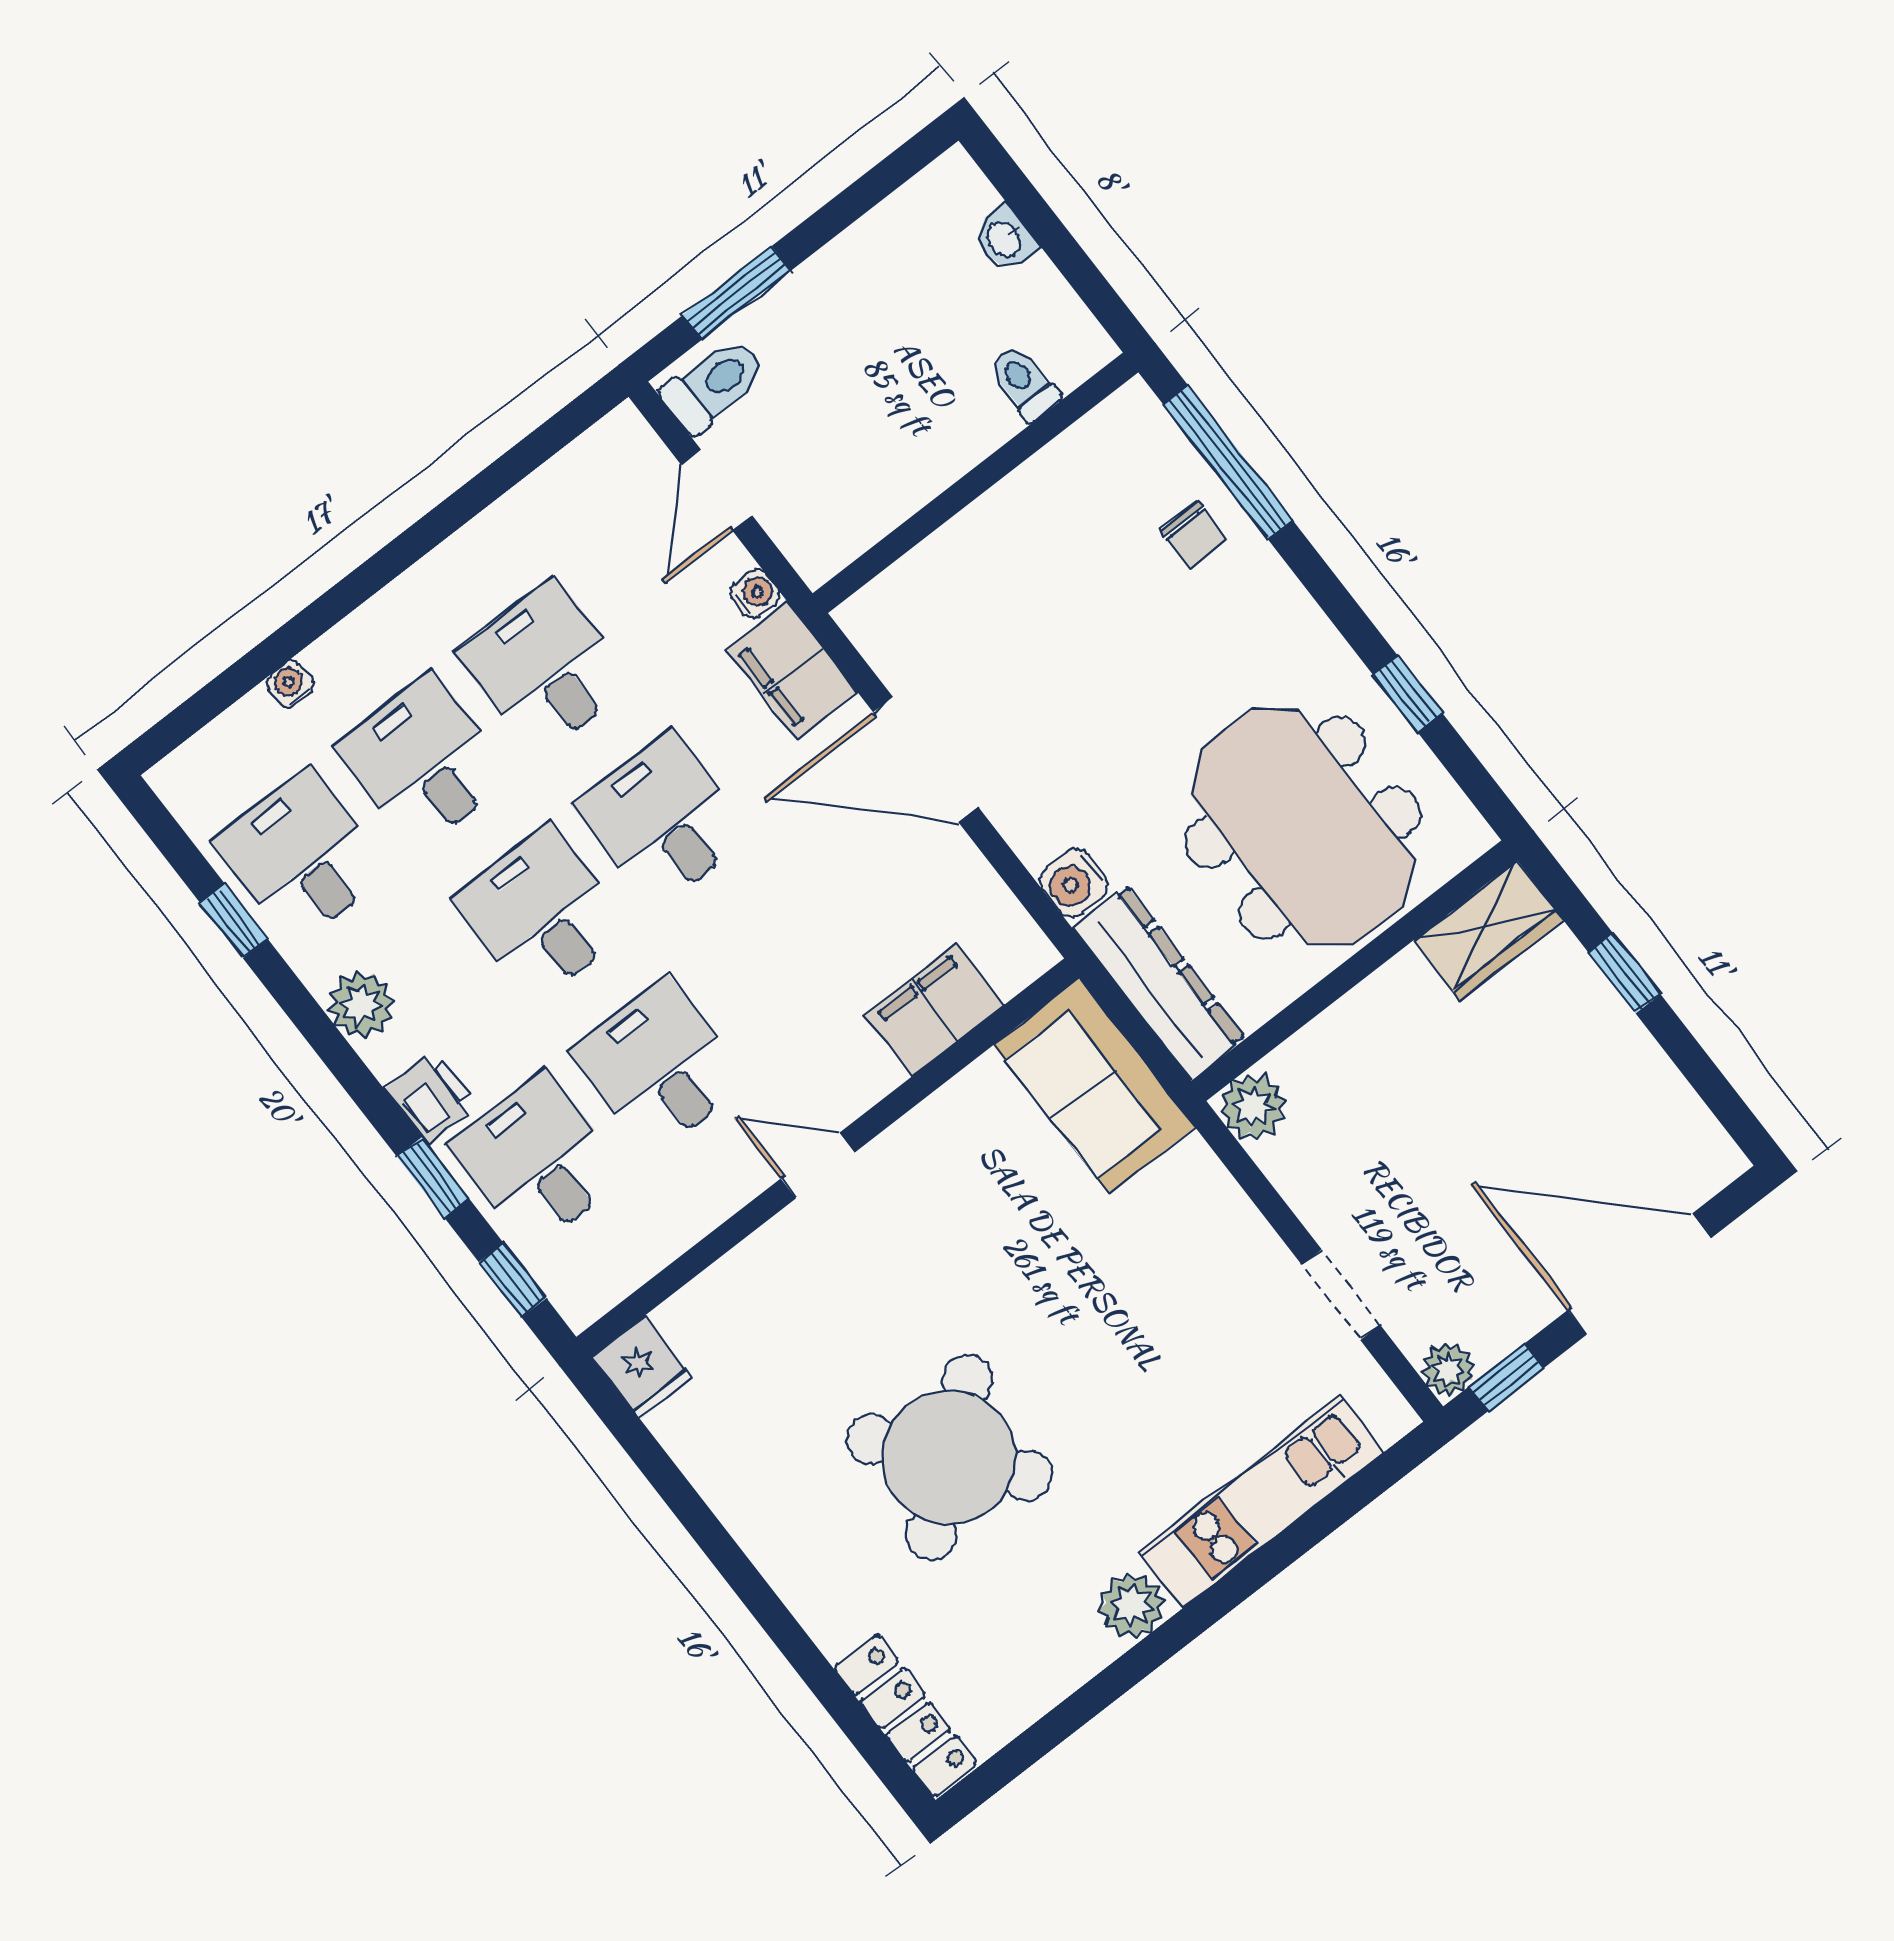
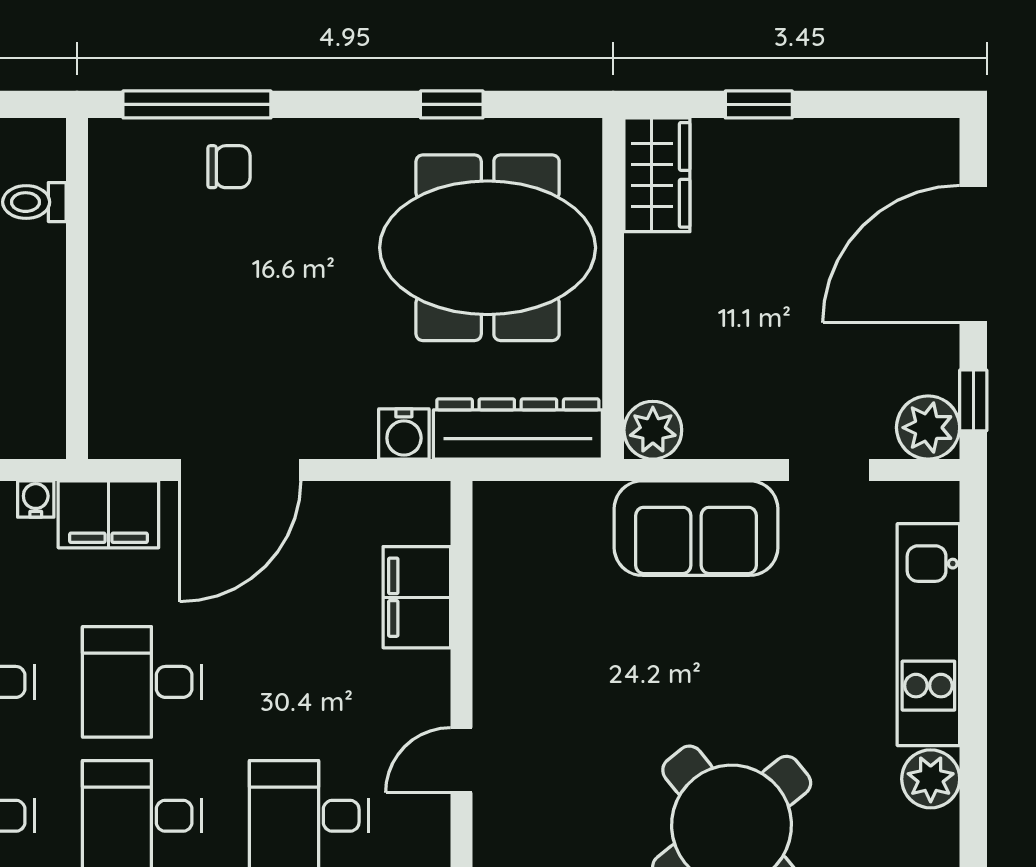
sofa: (1094, 1086) -> (696, 528), moved
plant: (1448, 1369) -> (928, 428), width x1.38, depth x1.38

